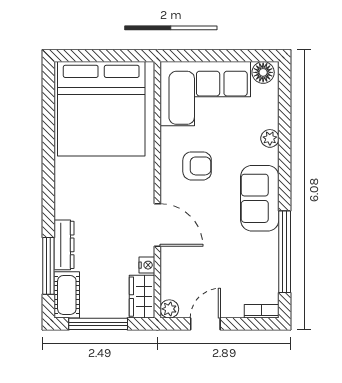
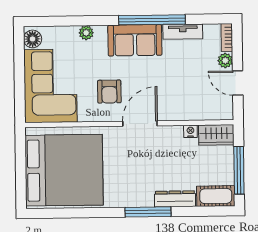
armchair: (197, 166) -> (109, 92), turned 180
door: (157, 225) -> (140, 124), moved
window: (285, 252) -> (152, 20), moved
tv unit: (270, 257) -> (183, 32), added
window: (48, 266) -> (148, 212), moved
plant: (169, 309) -> (225, 60), moved

